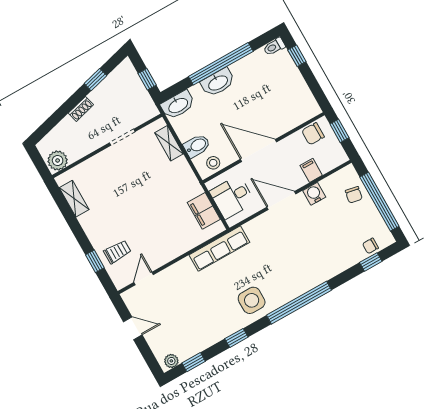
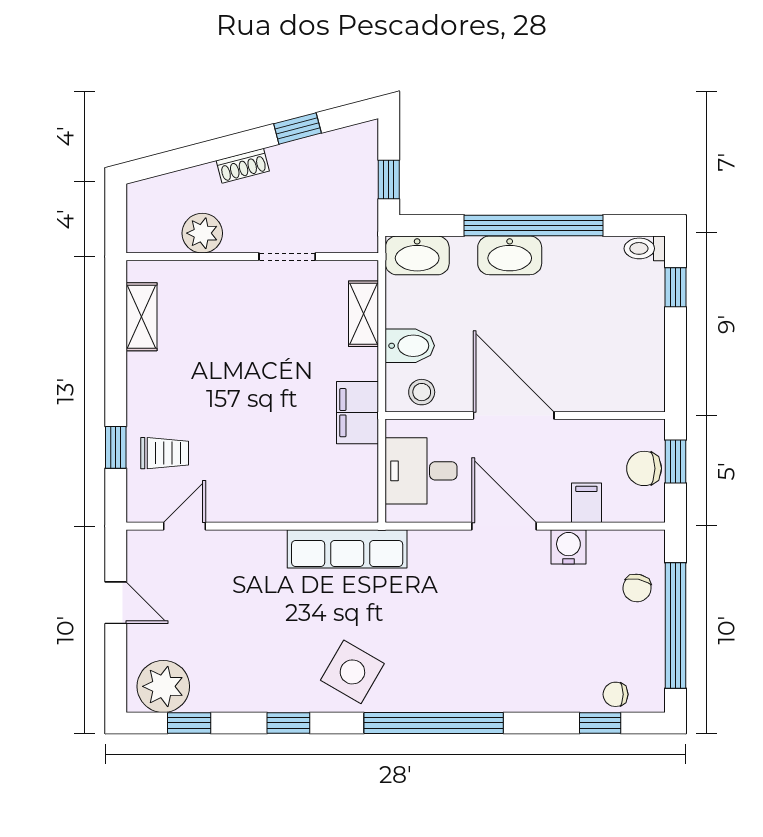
chair: (313, 134) -> (644, 468), moved
plant: (58, 160) -> (202, 233), moved
filing cabinet: (204, 211) -> (357, 413), moved
side table: (252, 300) -> (352, 672), turned 30
plant: (171, 361) -> (163, 686), width x1.87, depth x1.87

